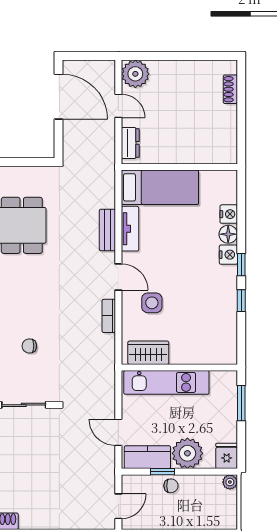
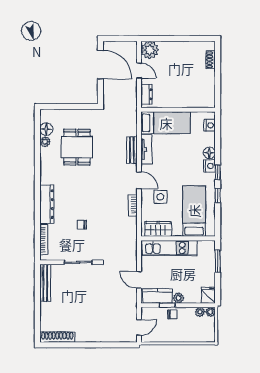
nightstand: (229, 214) -> (210, 125), moved
bed: (204, 325) -> (194, 211), added
plant: (187, 453) -> (179, 298), width x0.53, depth x0.53
plant: (214, 482) -> (200, 312), added

